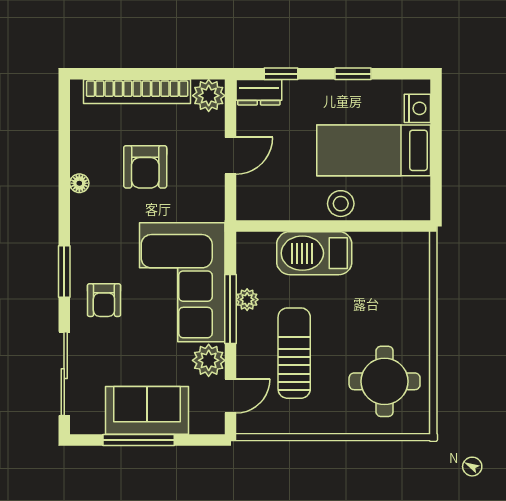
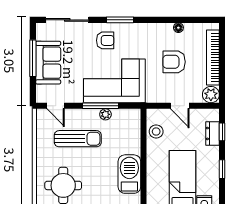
dresser: (259, 92) -> (213, 133), moved
floor lamp: (79, 183) -> (178, 28), moved
stool: (341, 204) -> (156, 131), moved
barbecue: (314, 253) -> (129, 174), moved
armchair: (104, 300) -> (105, 40), turned 180
plant: (209, 360) -> (74, 95), removed

